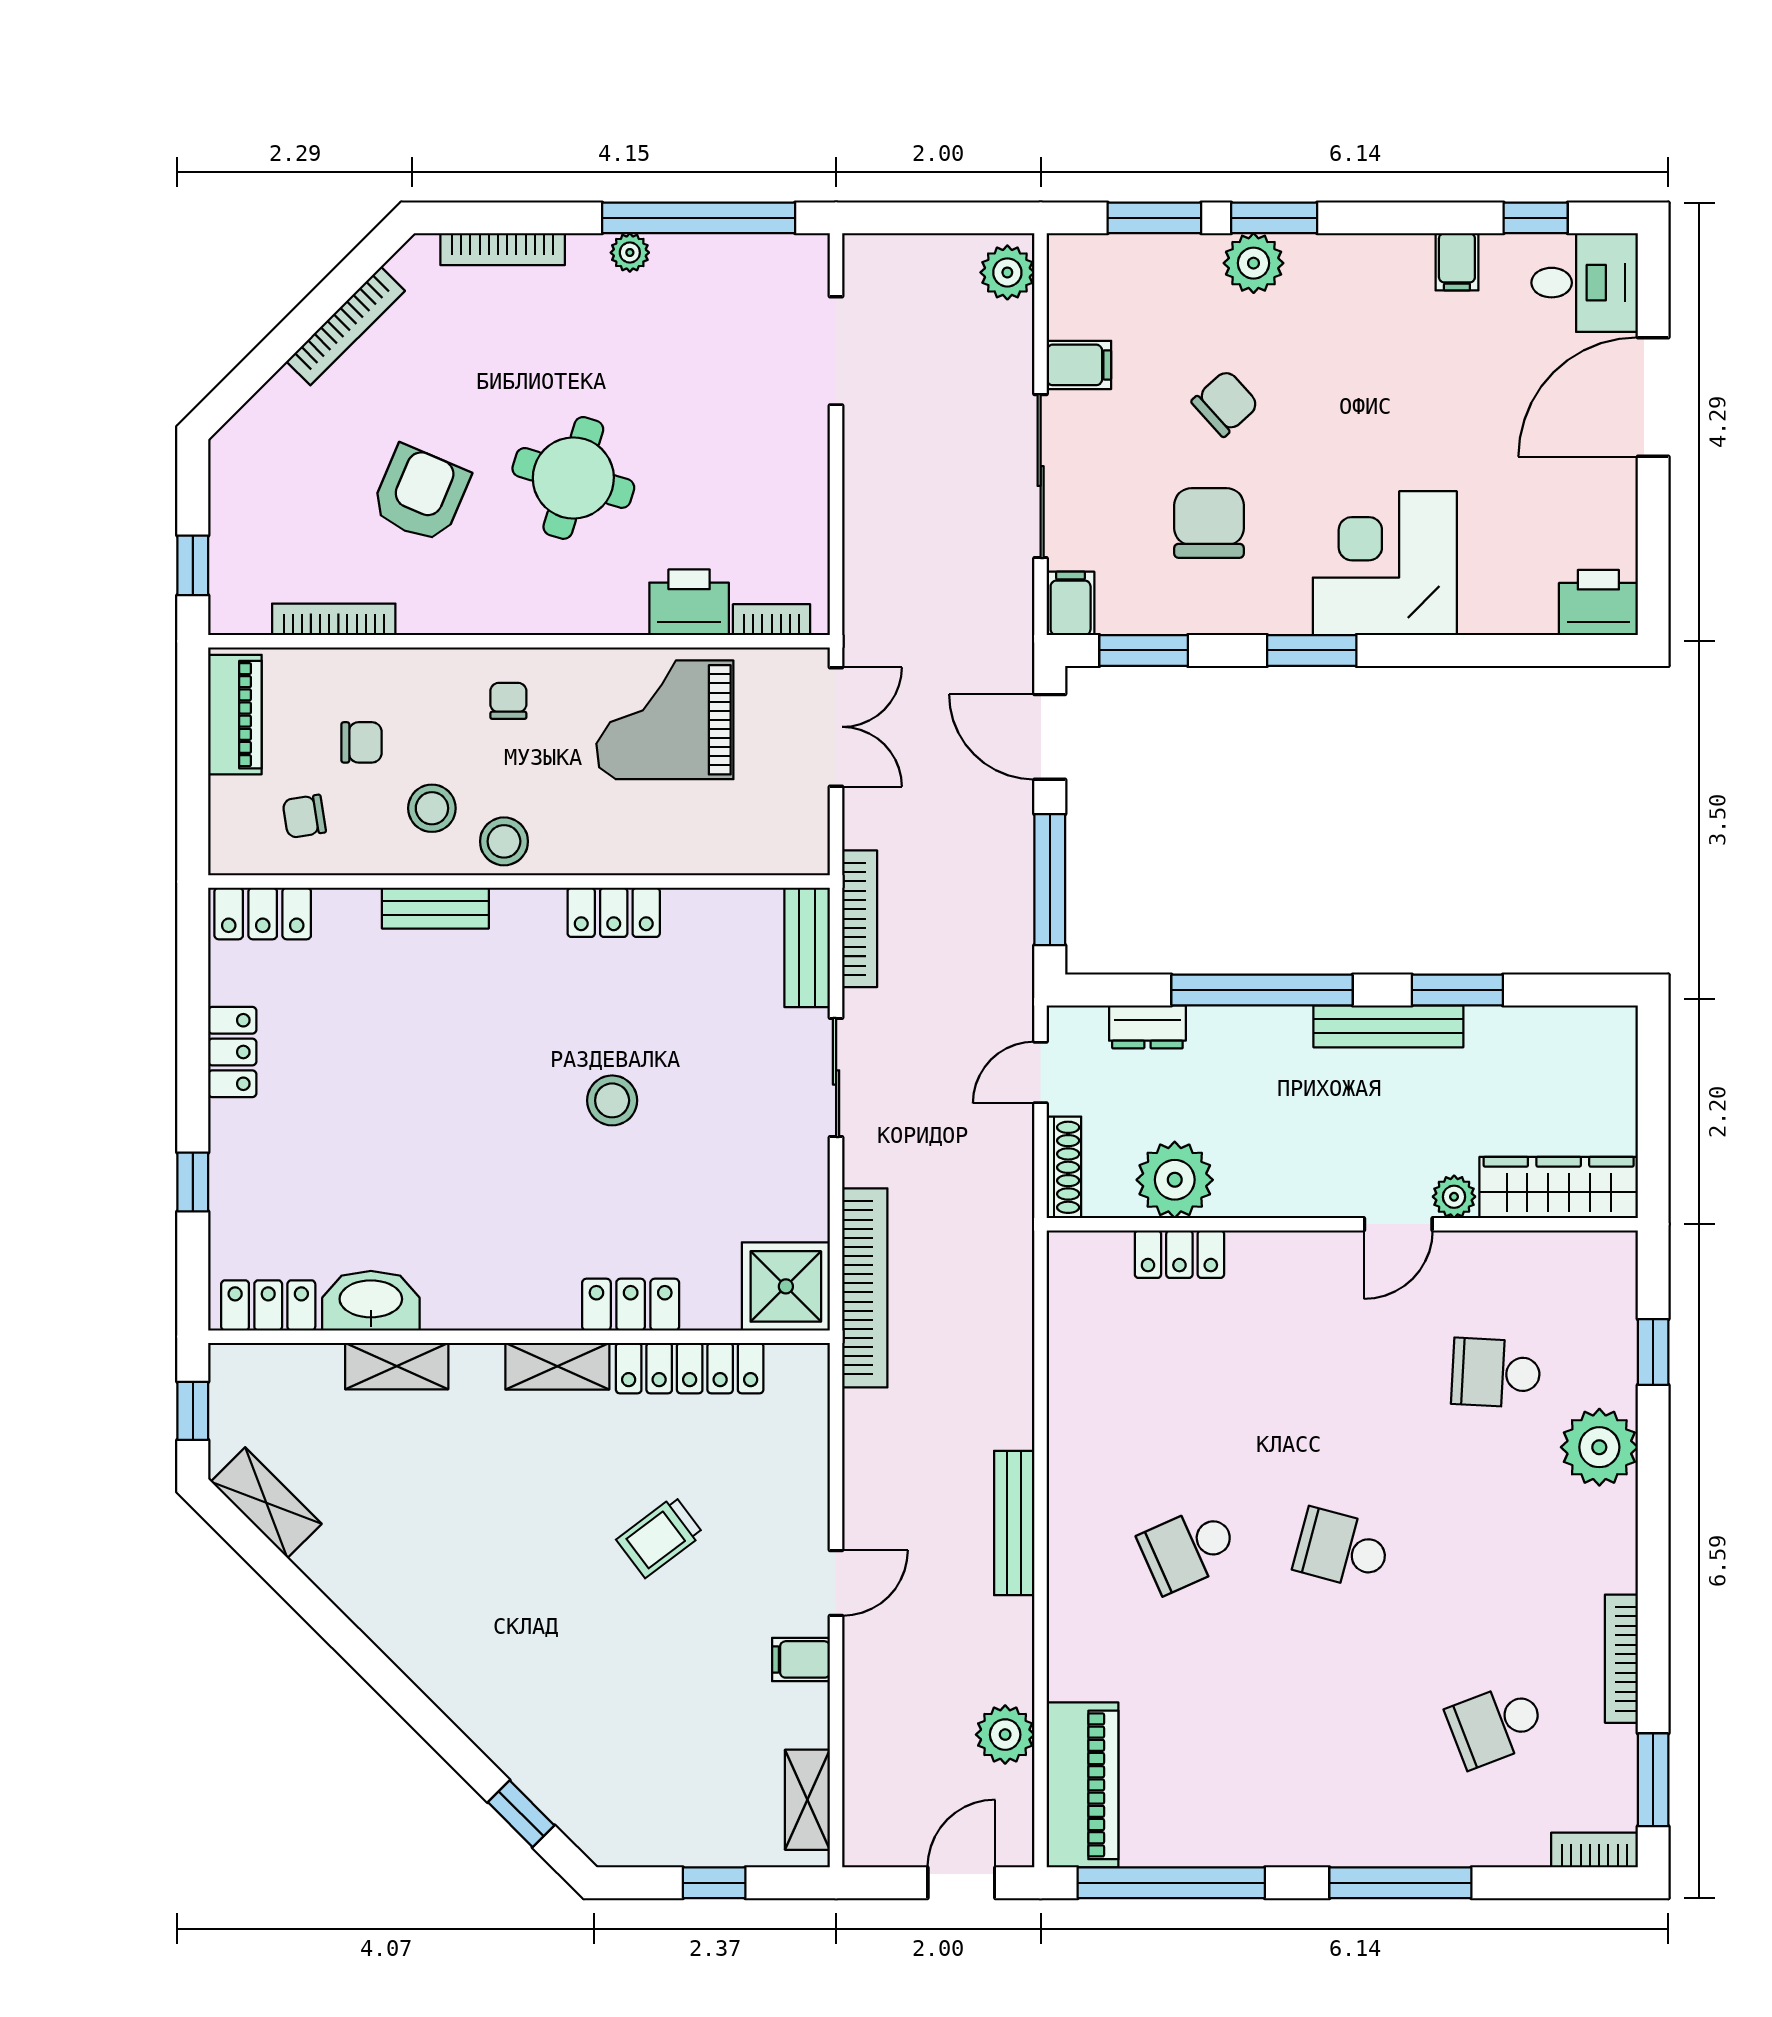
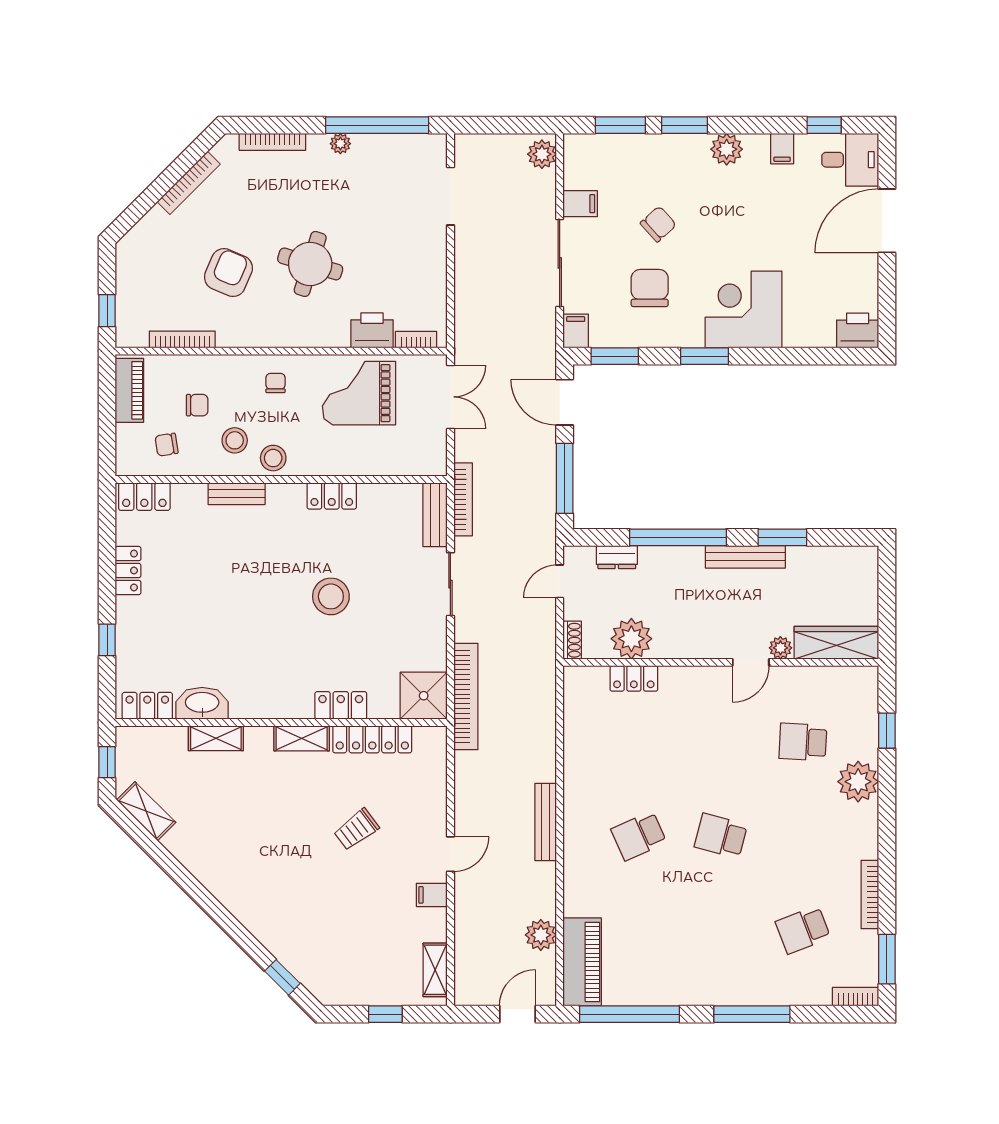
plant: (1254, 263) -> (727, 149), moved
stool: (612, 1100) -> (331, 596), width x1.38, depth x1.38
shoe rack: (1064, 1167) -> (572, 640), width x0.70

